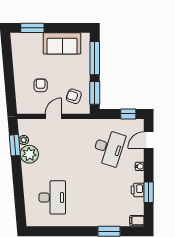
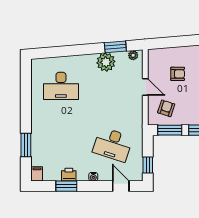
plant: (24, 140) -> (133, 55), moved

